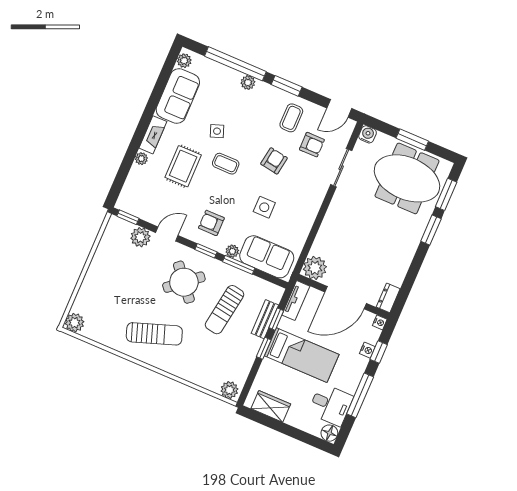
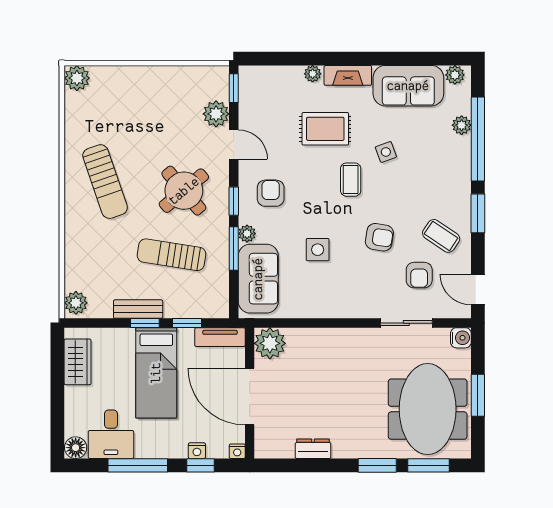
plant: (248, 83) -> (462, 125), moved
coffee table: (291, 118) -> (441, 236), turned 34
dresser: (388, 298) -> (313, 449), moved
bench: (265, 319) -> (138, 309), moved

